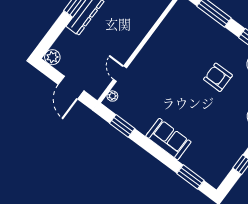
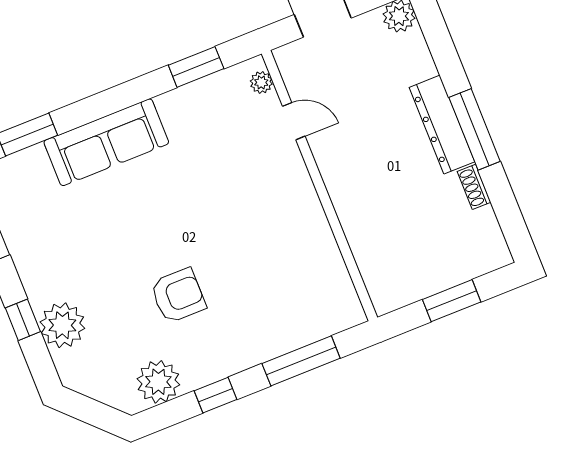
sofa: (168, 139) -> (106, 142), width x1.36

